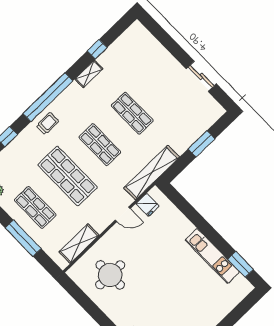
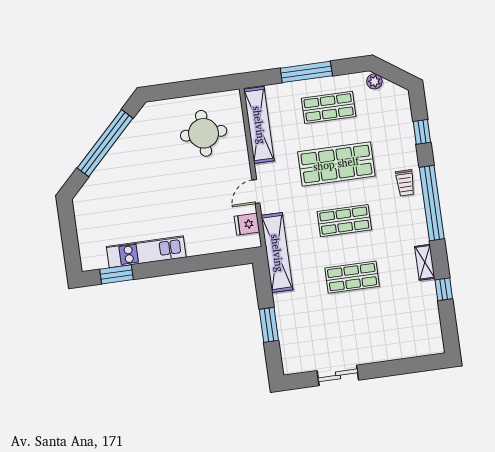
shelving: (79, 244) -> (259, 125), width x1.47

